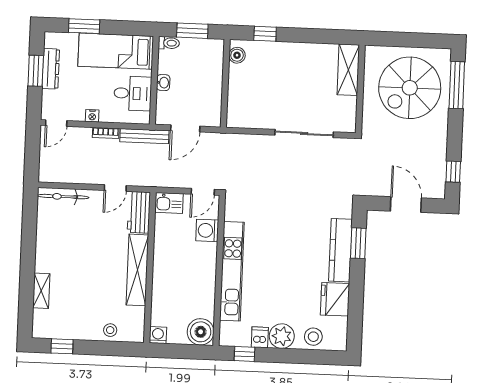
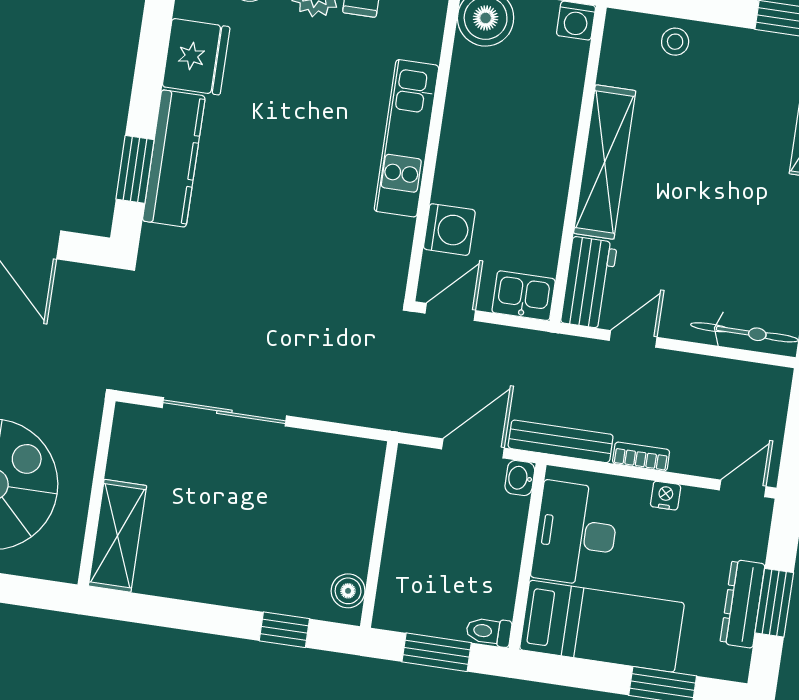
washbasin: (163, 83) -> (520, 478), moved
desk: (133, 93) -> (576, 534), width x1.37
kitchen unit: (232, 271) -> (406, 138), width x0.73

